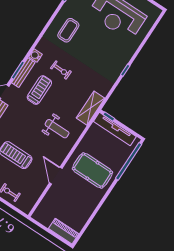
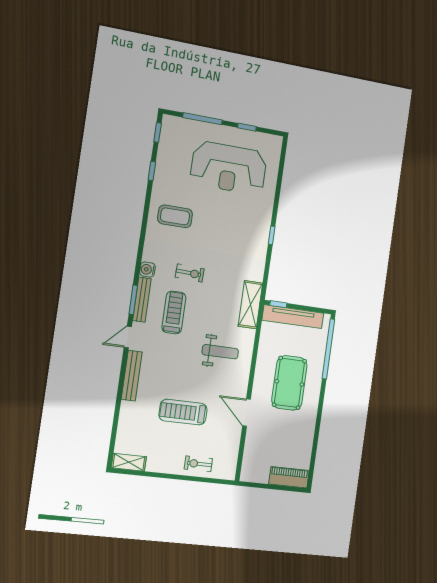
coffee table: (68, 30) -> (175, 216), turned 90
pool table: (92, 171) -> (289, 383), turned 90

